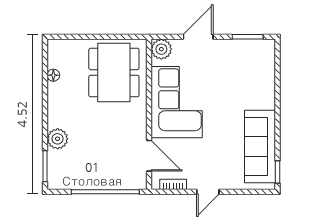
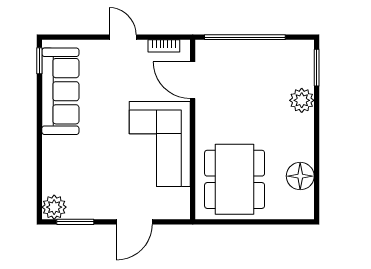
plant: (161, 49) -> (54, 207), moved
floor lamp: (53, 75) -> (300, 176), width x1.89, depth x1.89
door: (208, 192) -> (123, 37), hinge flipped

